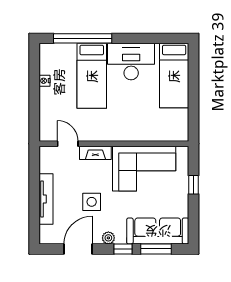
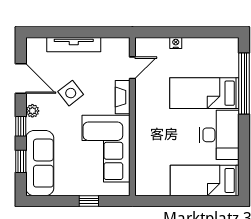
nightstand: (44, 81) -> (176, 43), moved
side table: (92, 202) -> (71, 93), turned -38
window: (156, 249) -> (21, 161), width x0.67

